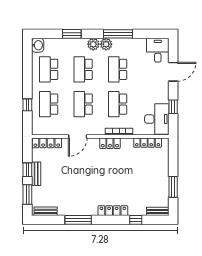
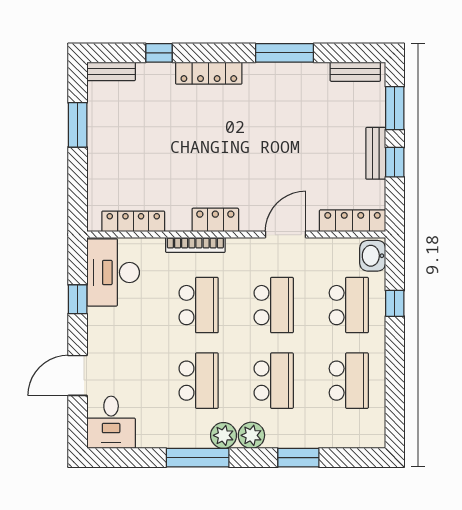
washbasin: (38, 45) -> (373, 256), moved

